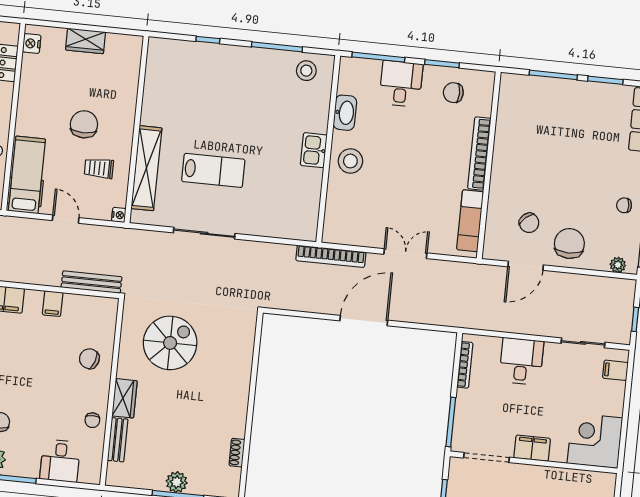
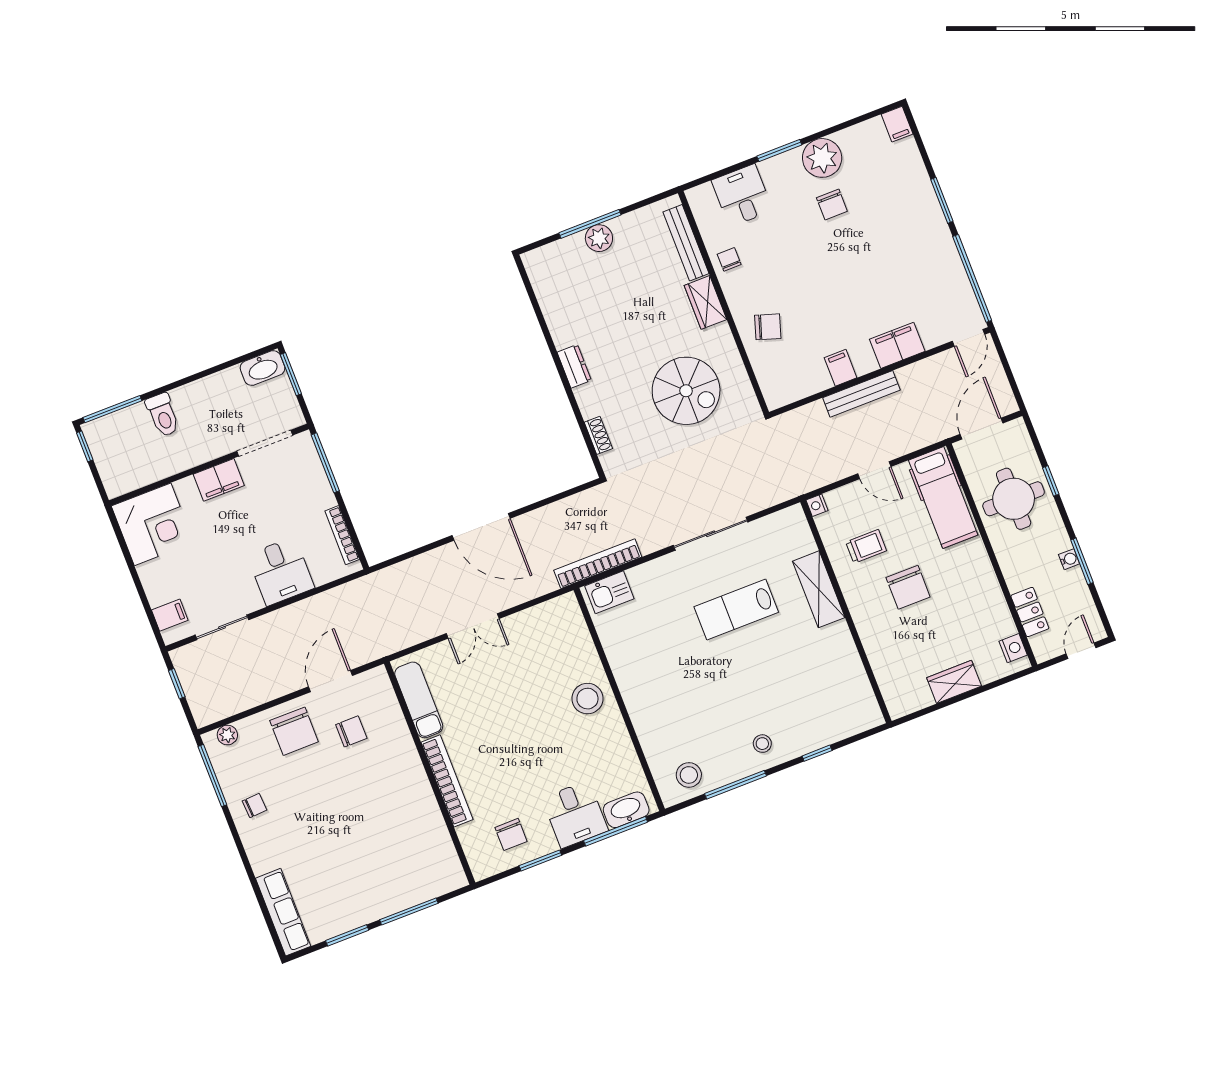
stool: (243, 66) -> (762, 744), added
chair: (453, 93) -> (511, 834), turned 90
washbasin: (345, 113) -> (626, 810), moved, turned 90
kitchen sink: (314, 150) -> (609, 592), moved, turned 90
shelving: (146, 168) -> (819, 589), width x0.68
chair: (529, 223) -> (351, 731), turned 131
bookcase: (331, 256) -> (598, 564), moved
bench: (92, 282) -> (861, 394), moved
door: (364, 321) -> (481, 527), hinge flipped
spiral stairs: (170, 343) -> (686, 391), turned -90
dresser: (240, 401) -> (574, 366), added
bench: (118, 440) -> (686, 243), width x1.36
shoe rack: (237, 453) -> (598, 435), moved

